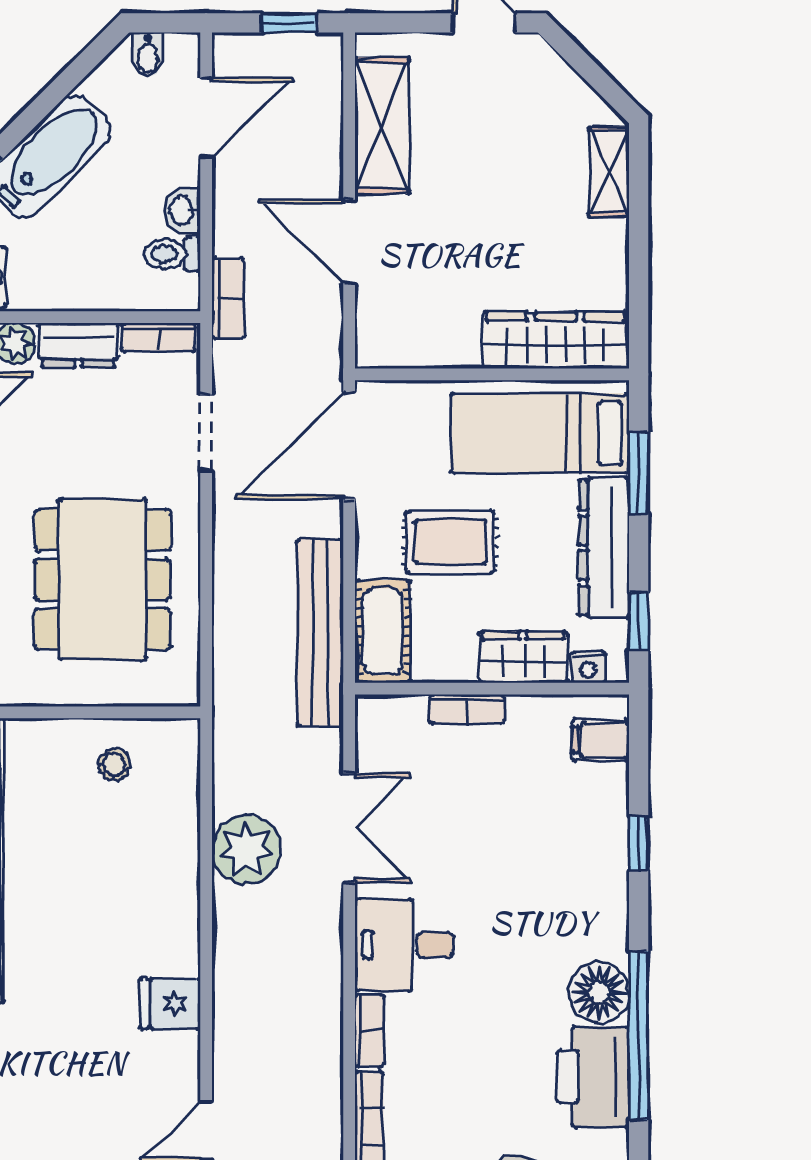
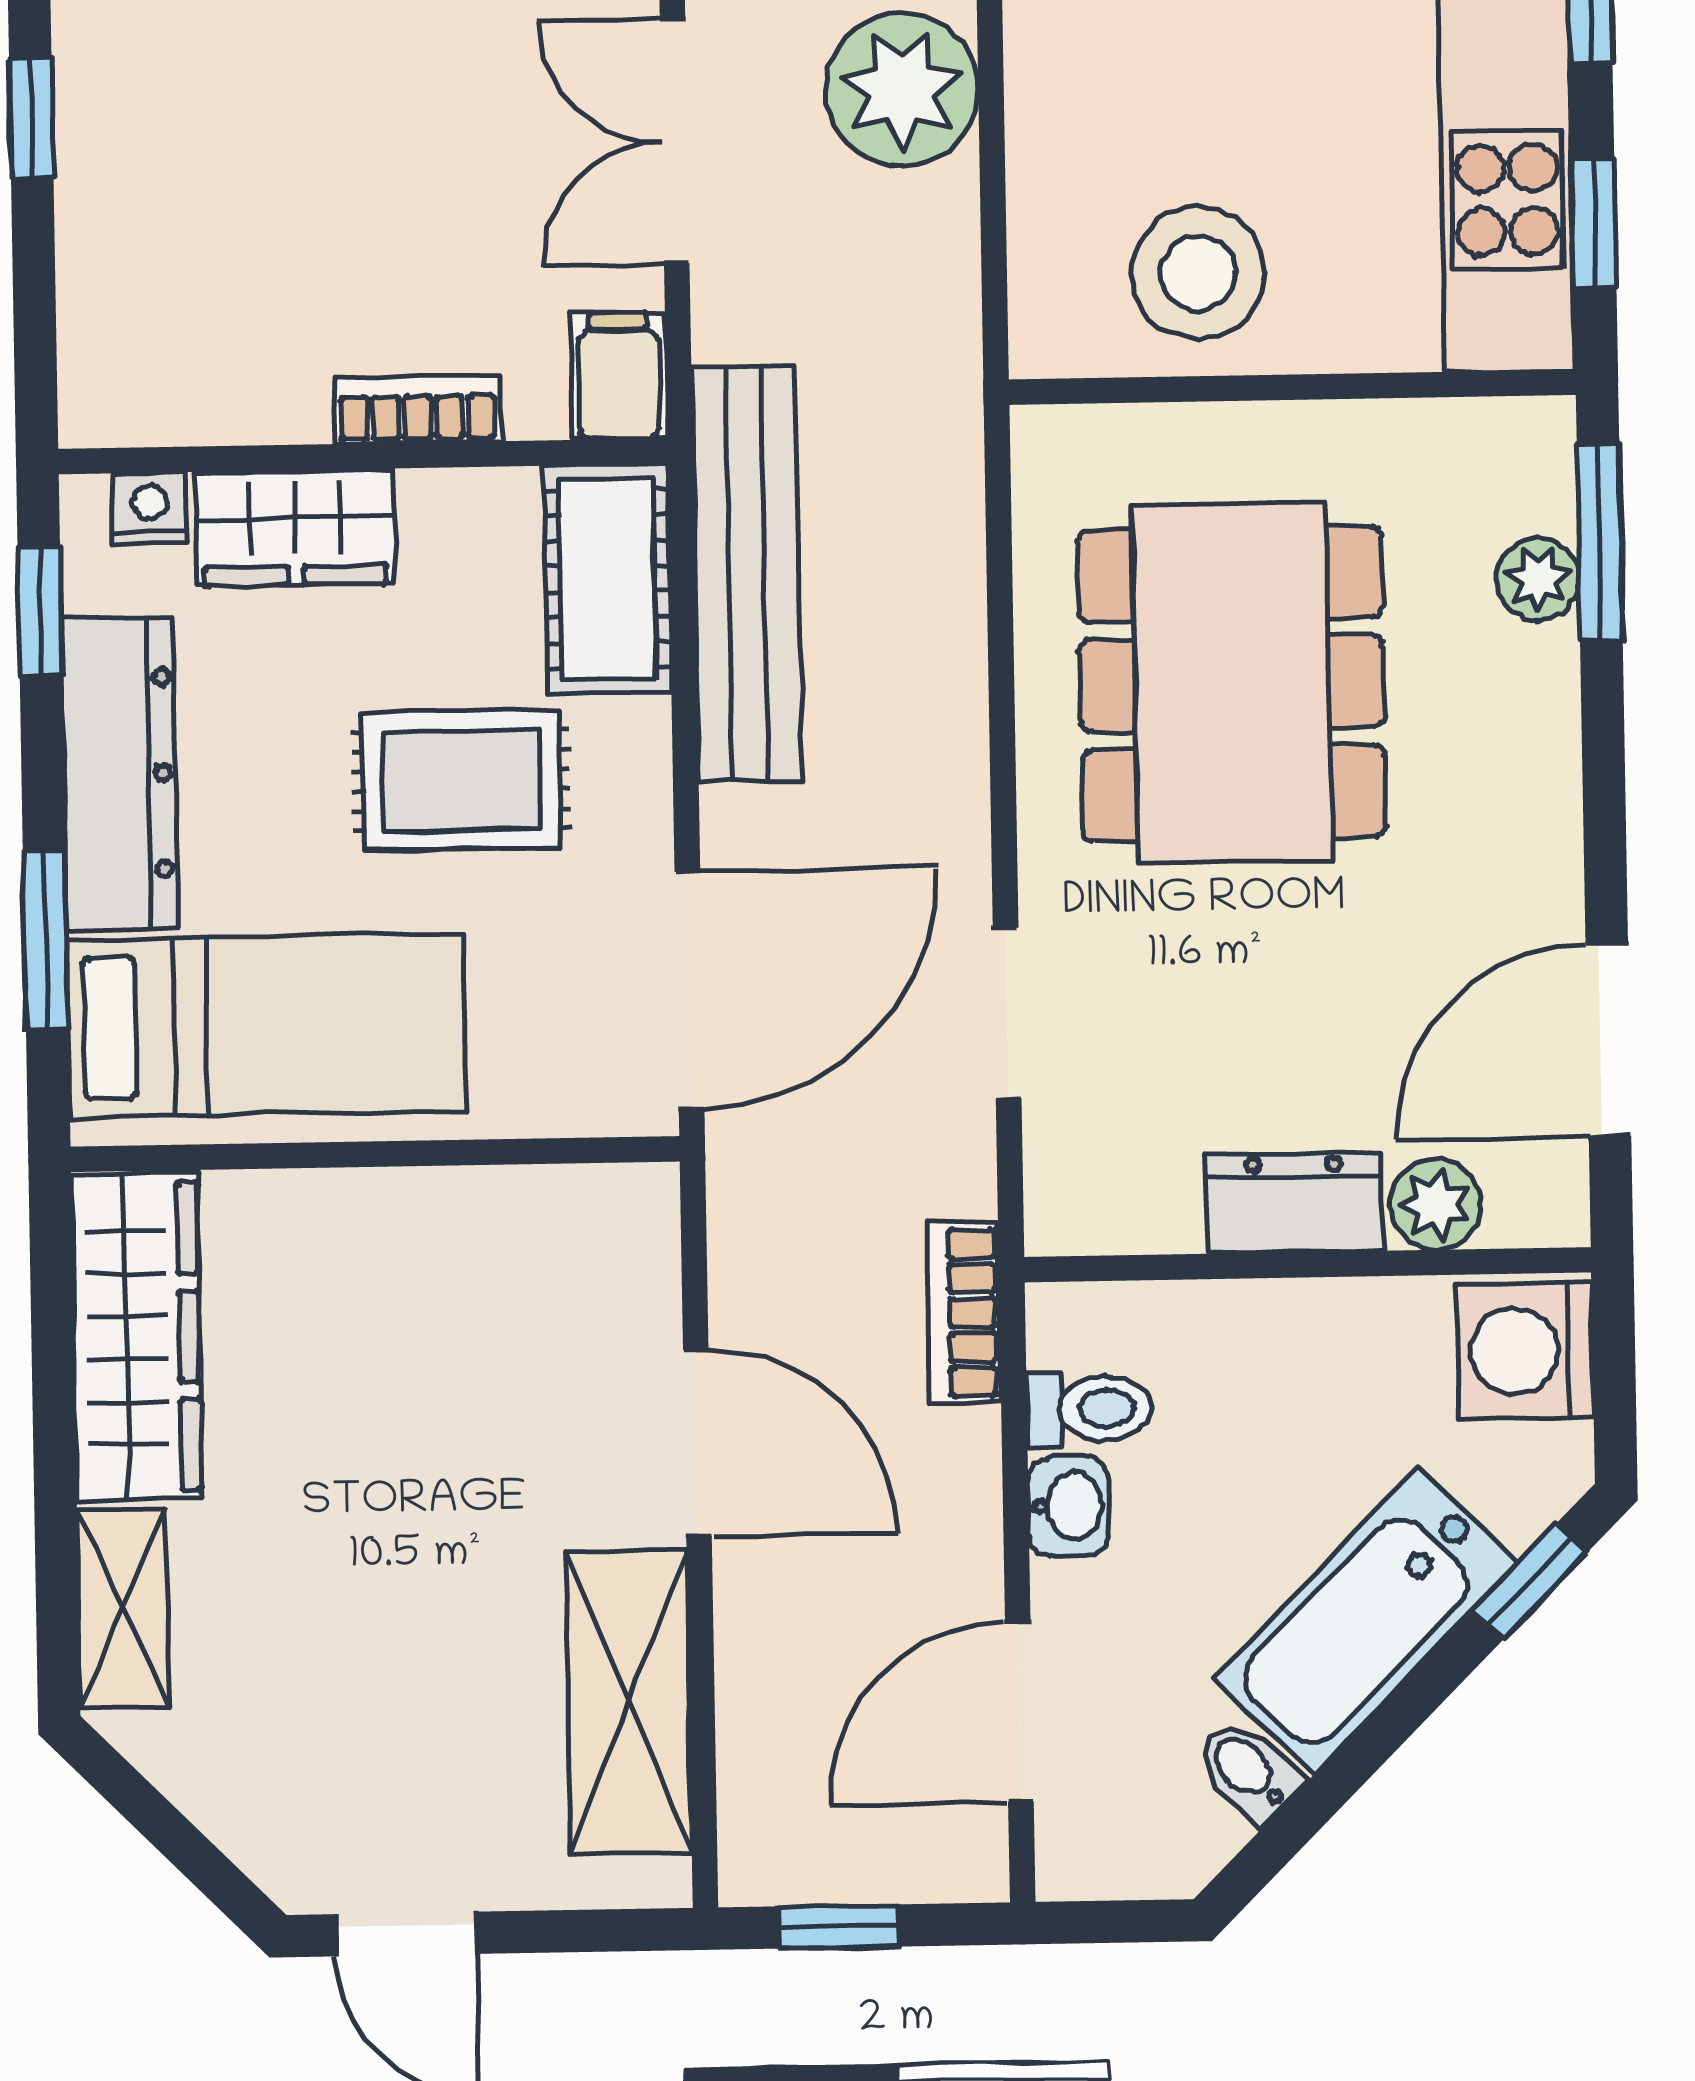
bidet: (148, 55) -> (1248, 1771), moved, turned -45
bookcase: (158, 337) -> (1117, 1223), removed
wardrobe: (556, 340) -> (137, 1338), moved, turned -90
filing cabinet: (601, 740) -> (619, 376), moved, turned -90
stool: (114, 765) -> (1198, 273), width x1.89, depth x1.89

